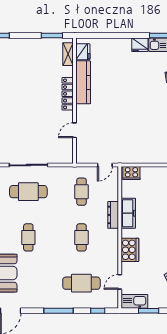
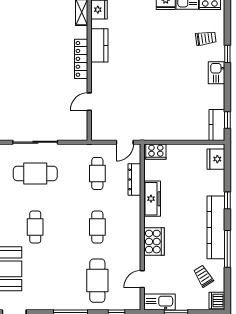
kitchen counter: (83, 82) -> (99, 45), width x0.67
dresser: (113, 215) -> (134, 179), moved
cafe table: (81, 283) -> (97, 281), turned 90

